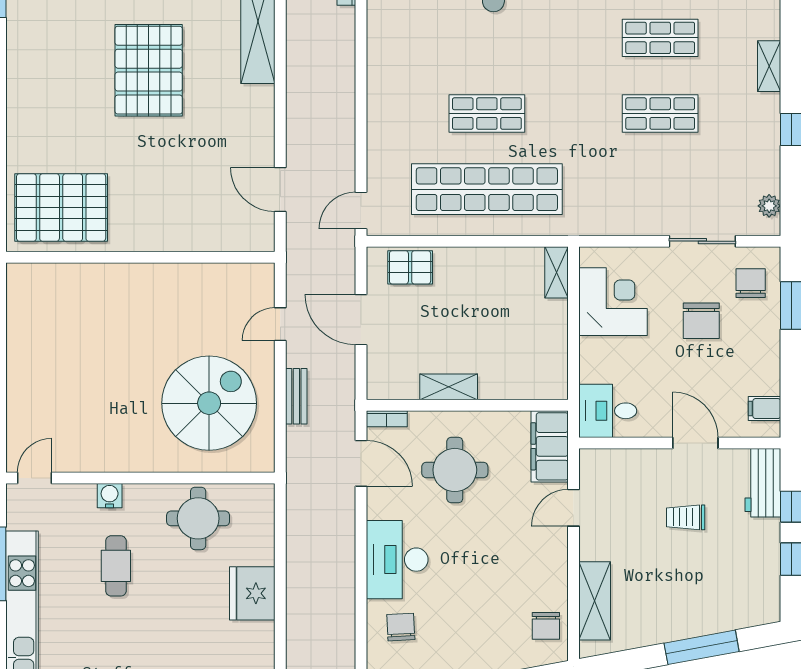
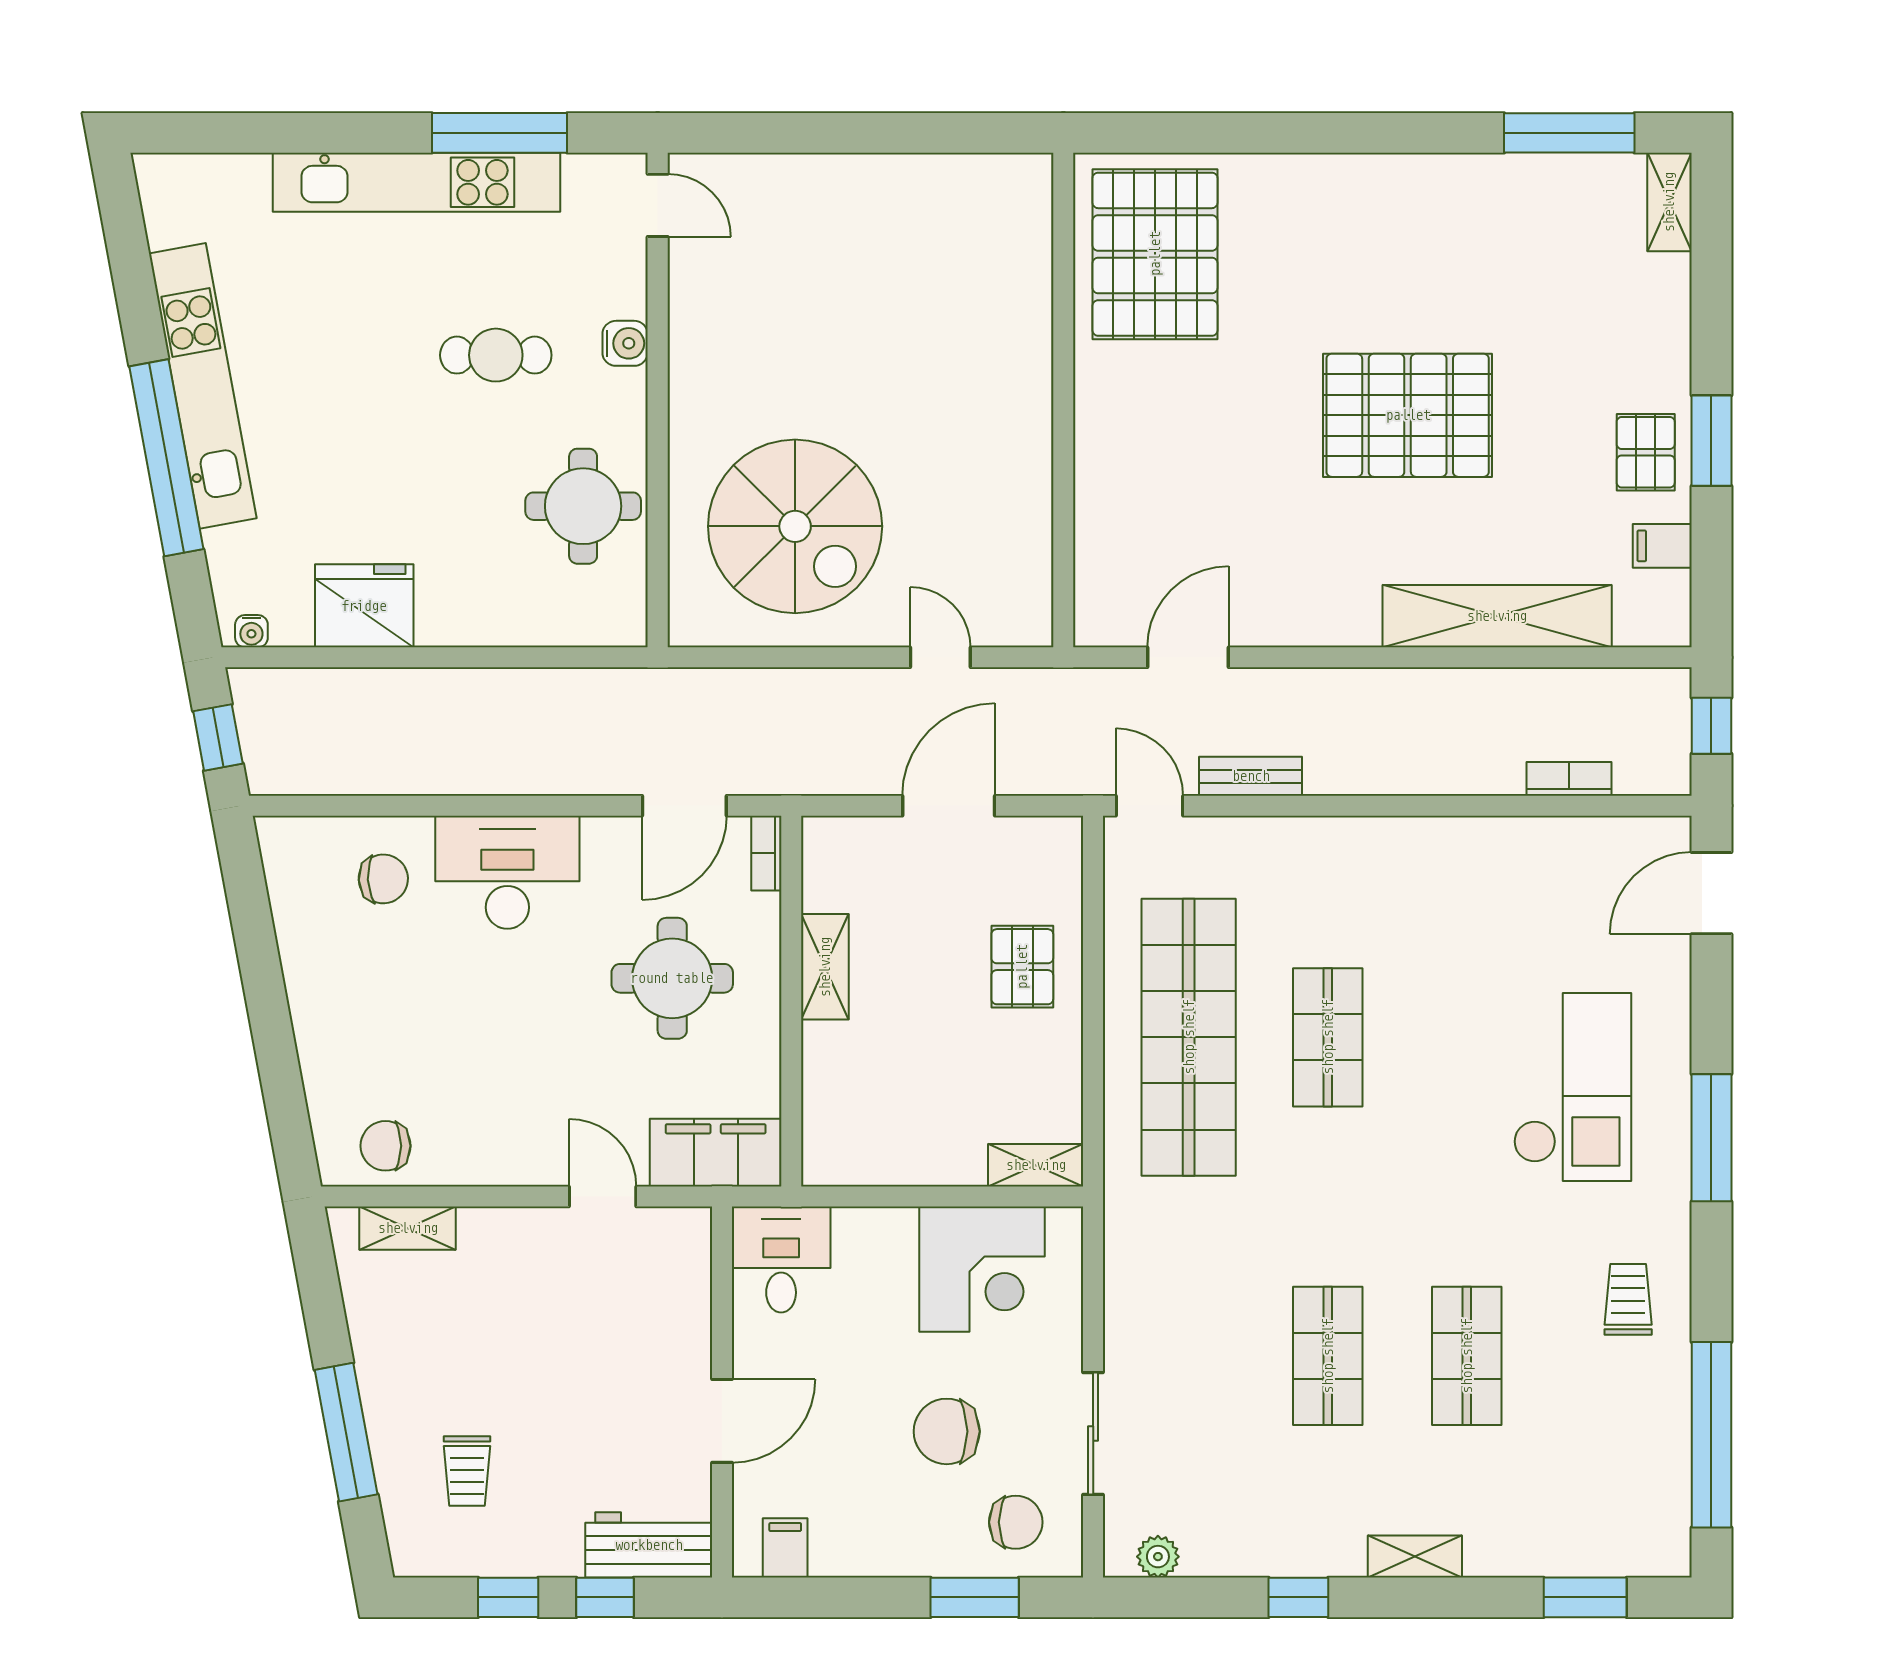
pallet: (410, 267) -> (1022, 967), moved
bench: (296, 396) -> (1251, 776), moved
trolley: (686, 517) -> (467, 1471), moved, turned 180
fridge: (252, 593) -> (364, 606), moved
shelving: (595, 601) -> (408, 1228), width x0.67, depth x0.75

